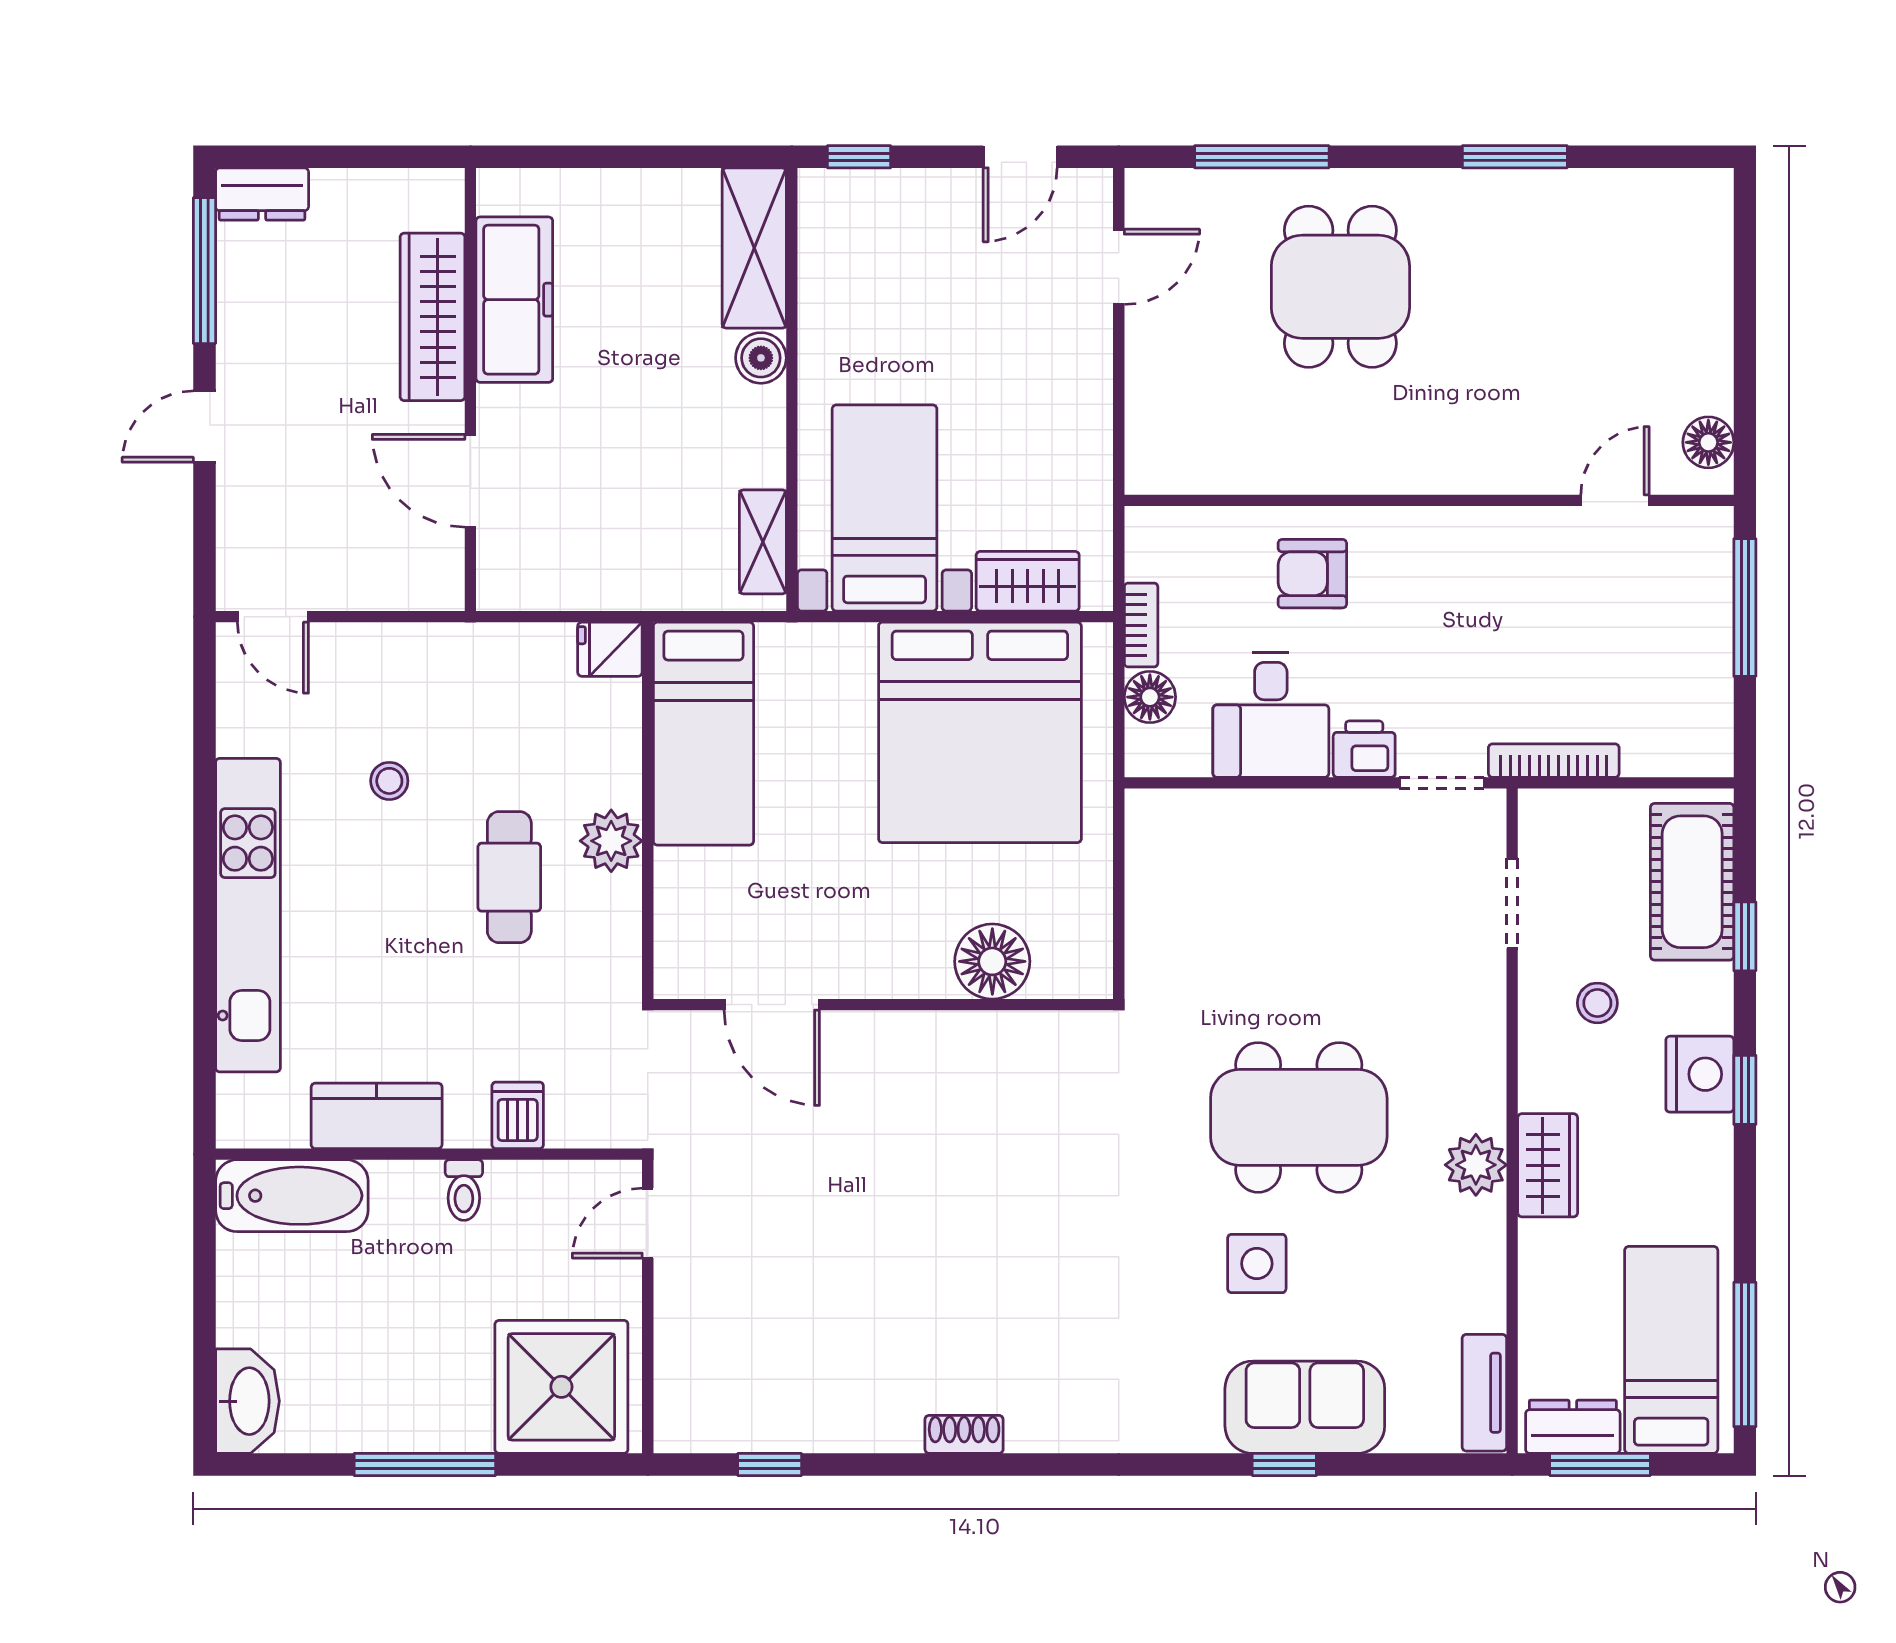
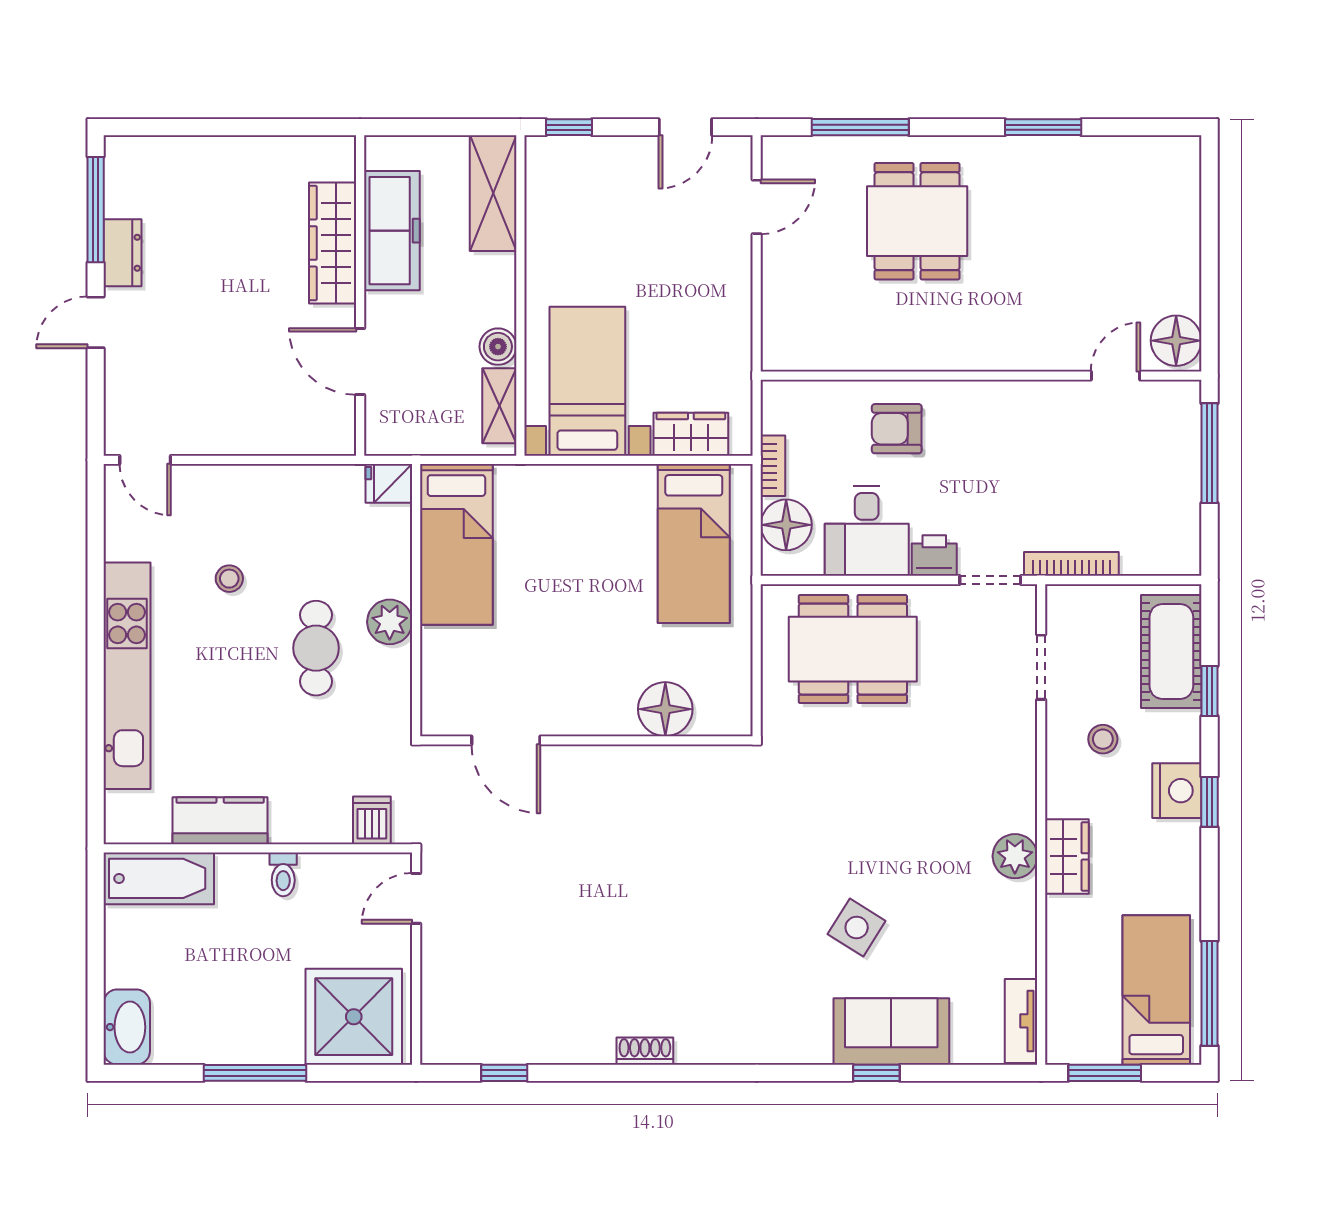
dresser: (262, 194) -> (123, 253), moved, turned -90
freezer: (514, 300) -> (392, 231), moved
wardrobe: (432, 317) -> (333, 243), moved
boiler: (761, 358) -> (498, 347), moved
wall: (470, 389) -> (360, 296), moved
floor lamp: (1708, 442) -> (1176, 341), width x1.38, depth x1.38
door: (470, 481) -> (360, 362), moved
floor lamp: (1150, 697) -> (786, 525), width x1.38, depth x1.38
bed: (980, 732) -> (694, 544), width x0.49
dishwasher: (518, 1115) -> (372, 820), moved
dining table: (1299, 1117) -> (853, 649), moved
side table: (1257, 1264) -> (857, 928), turned 32
dresser: (1573, 1427) -> (1085, 1046), removed

